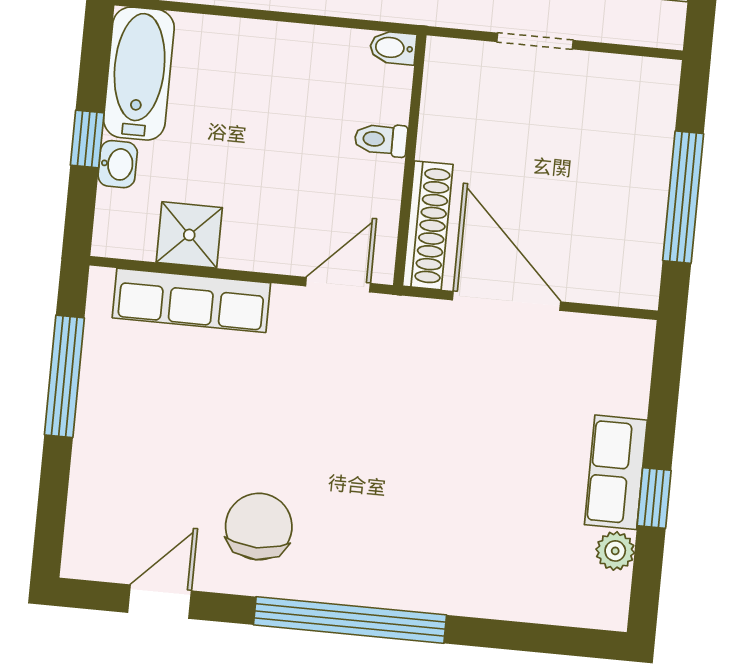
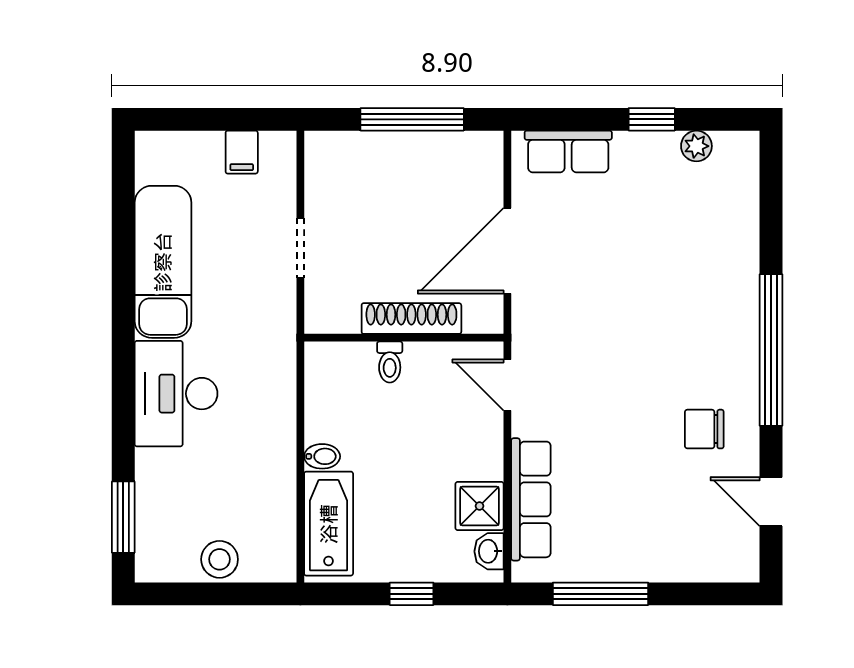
bidet: (393, 48) -> (322, 456), moved, turned -90
bathtub: (139, 74) -> (329, 524), moved, turned 90
washbasin: (118, 164) -> (489, 551), moved, turned -90
shoe rack: (428, 225) -> (411, 319), moved
row of seats: (616, 472) -> (568, 152), moved
chair: (259, 527) -> (704, 429), width x0.73, depth x0.73

